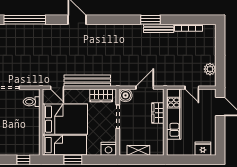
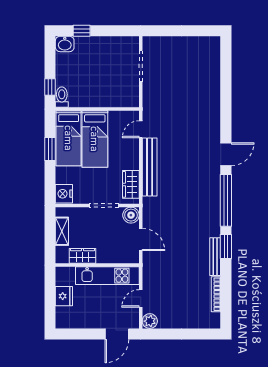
window: (25, 20) -> (226, 200), moved
plant: (210, 69) -> (150, 321), moved
toilet: (32, 102) -> (62, 97), moved
wardrobe: (158, 113) -> (82, 256), moved
bed: (65, 119) -> (95, 139), width x0.67
fridge: (203, 149) -> (64, 296), moved

